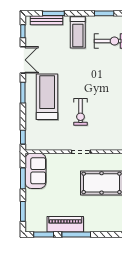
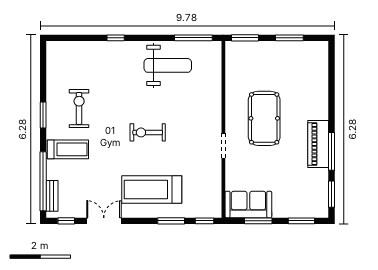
window: (53, 13) -> (43, 181), width x2.11
bench: (46, 20) -> (52, 196), width x0.73
window: (23, 93) -> (171, 221), moved
exercise bike: (80, 112) -> (148, 132), moved, turned 180
piano: (65, 224) -> (318, 144), moved

